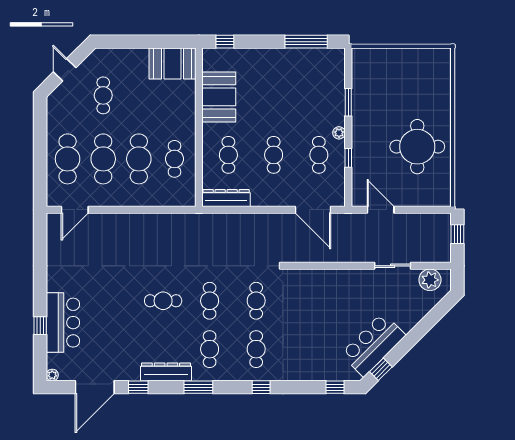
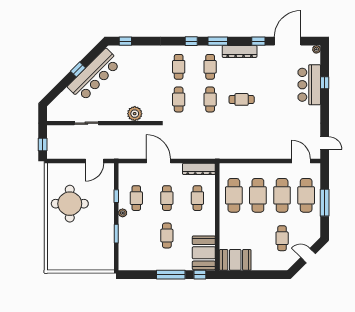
window: (306, 42) -> (171, 275), moved
door: (65, 70) -> (308, 256), swing flipped
booth: (219, 97) -> (204, 253), moved
cafe table: (274, 99) -> (167, 235), added
window: (40, 148) -> (325, 203), added
cafe table: (174, 159) -> (234, 195), width x1.37, depth x1.35
door: (75, 210) -> (301, 161), hinge flipped
door: (313, 210) -> (158, 161), moved
door: (381, 210) -> (95, 161), hinge flipped
door: (40, 236) -> (325, 143), added
plant: (430, 280) -> (135, 114), moved
bar counter: (373, 345) -> (94, 75), width x1.36
window: (381, 369) -> (78, 70), moved
window: (261, 387) -> (191, 41), moved

